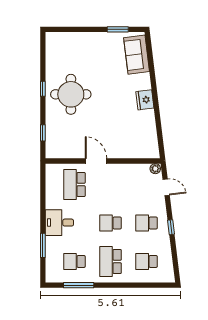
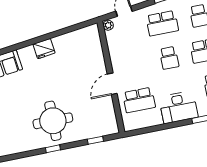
desk: (59, 223) -> (178, 107), width x1.37
school desk: (147, 223) -> (162, 23), width x1.85

